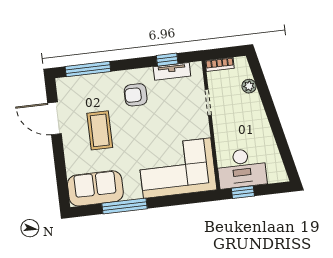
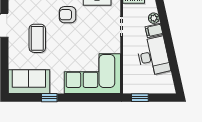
filing cabinet: (251, 102) -> (154, 31), added
desk: (242, 168) -> (153, 56), moved, turned -103
window: (125, 206) -> (49, 98), width x0.46

